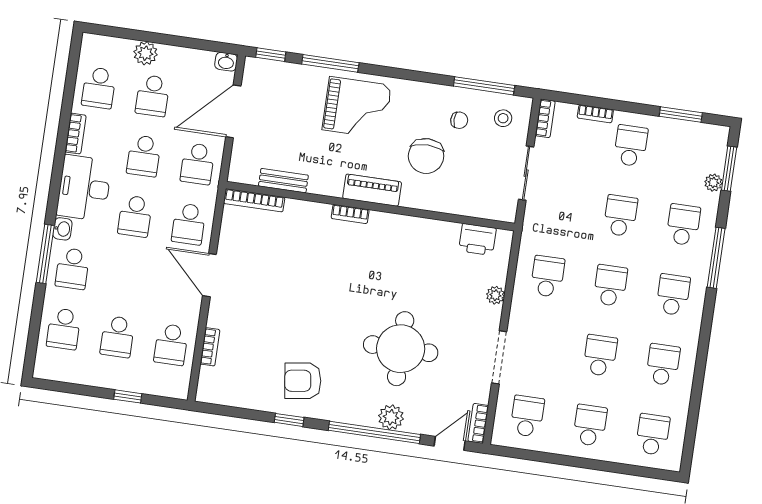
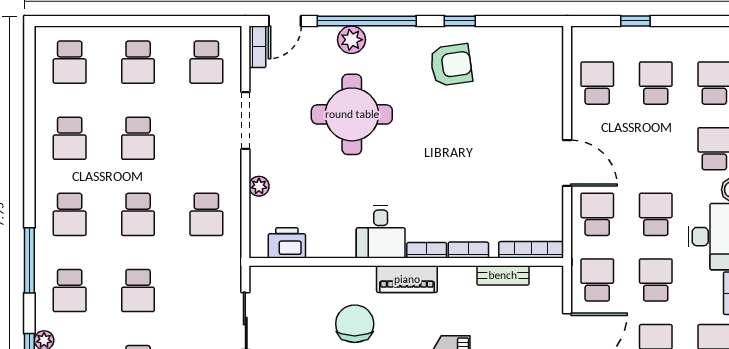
desk: (390, 237) -> (381, 232), added
bookcase: (210, 347) -> (468, 250), moved, turned 90

